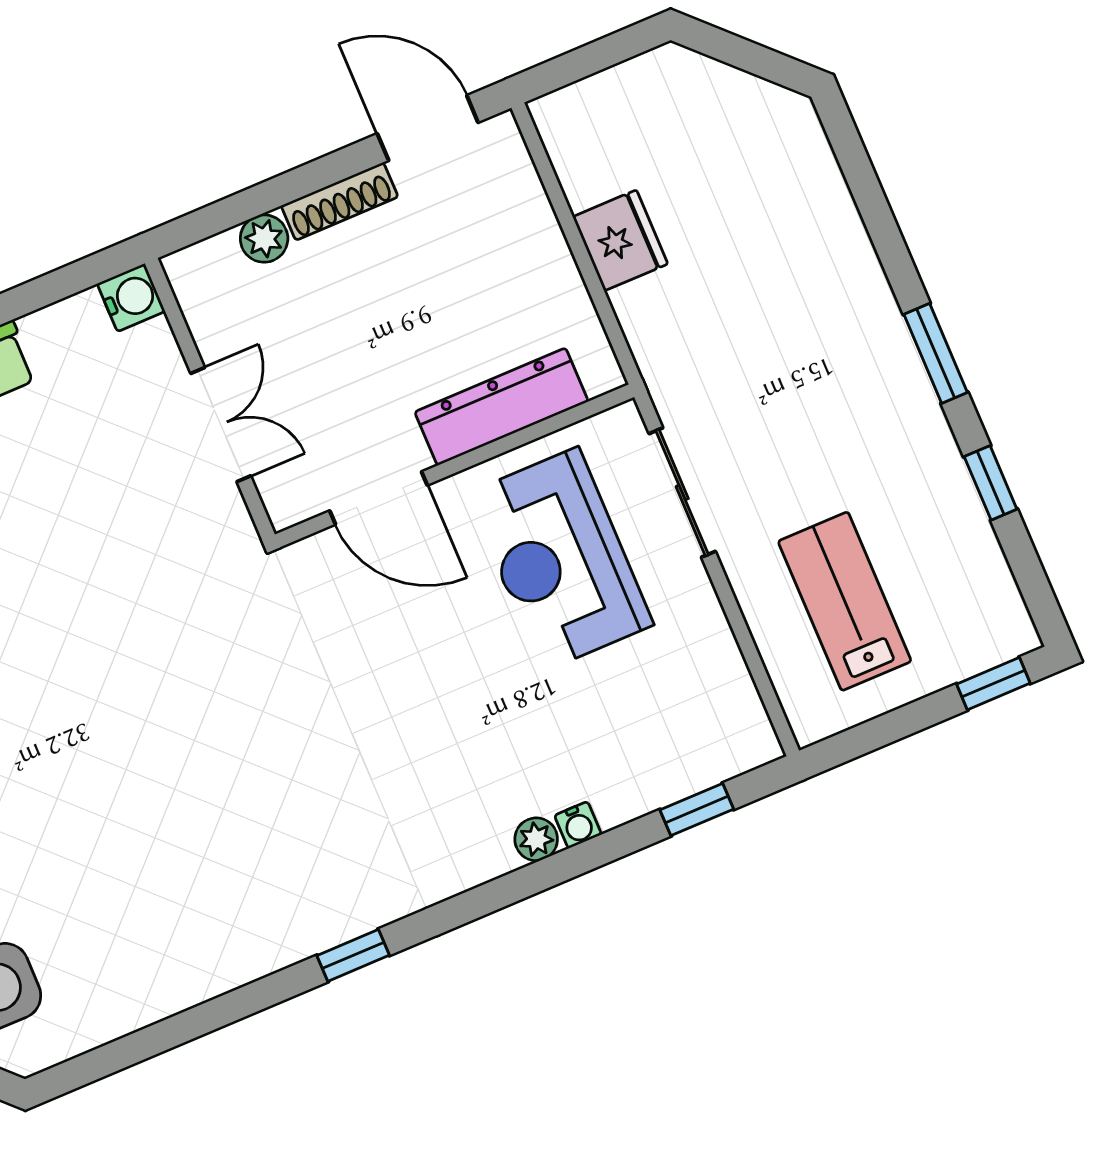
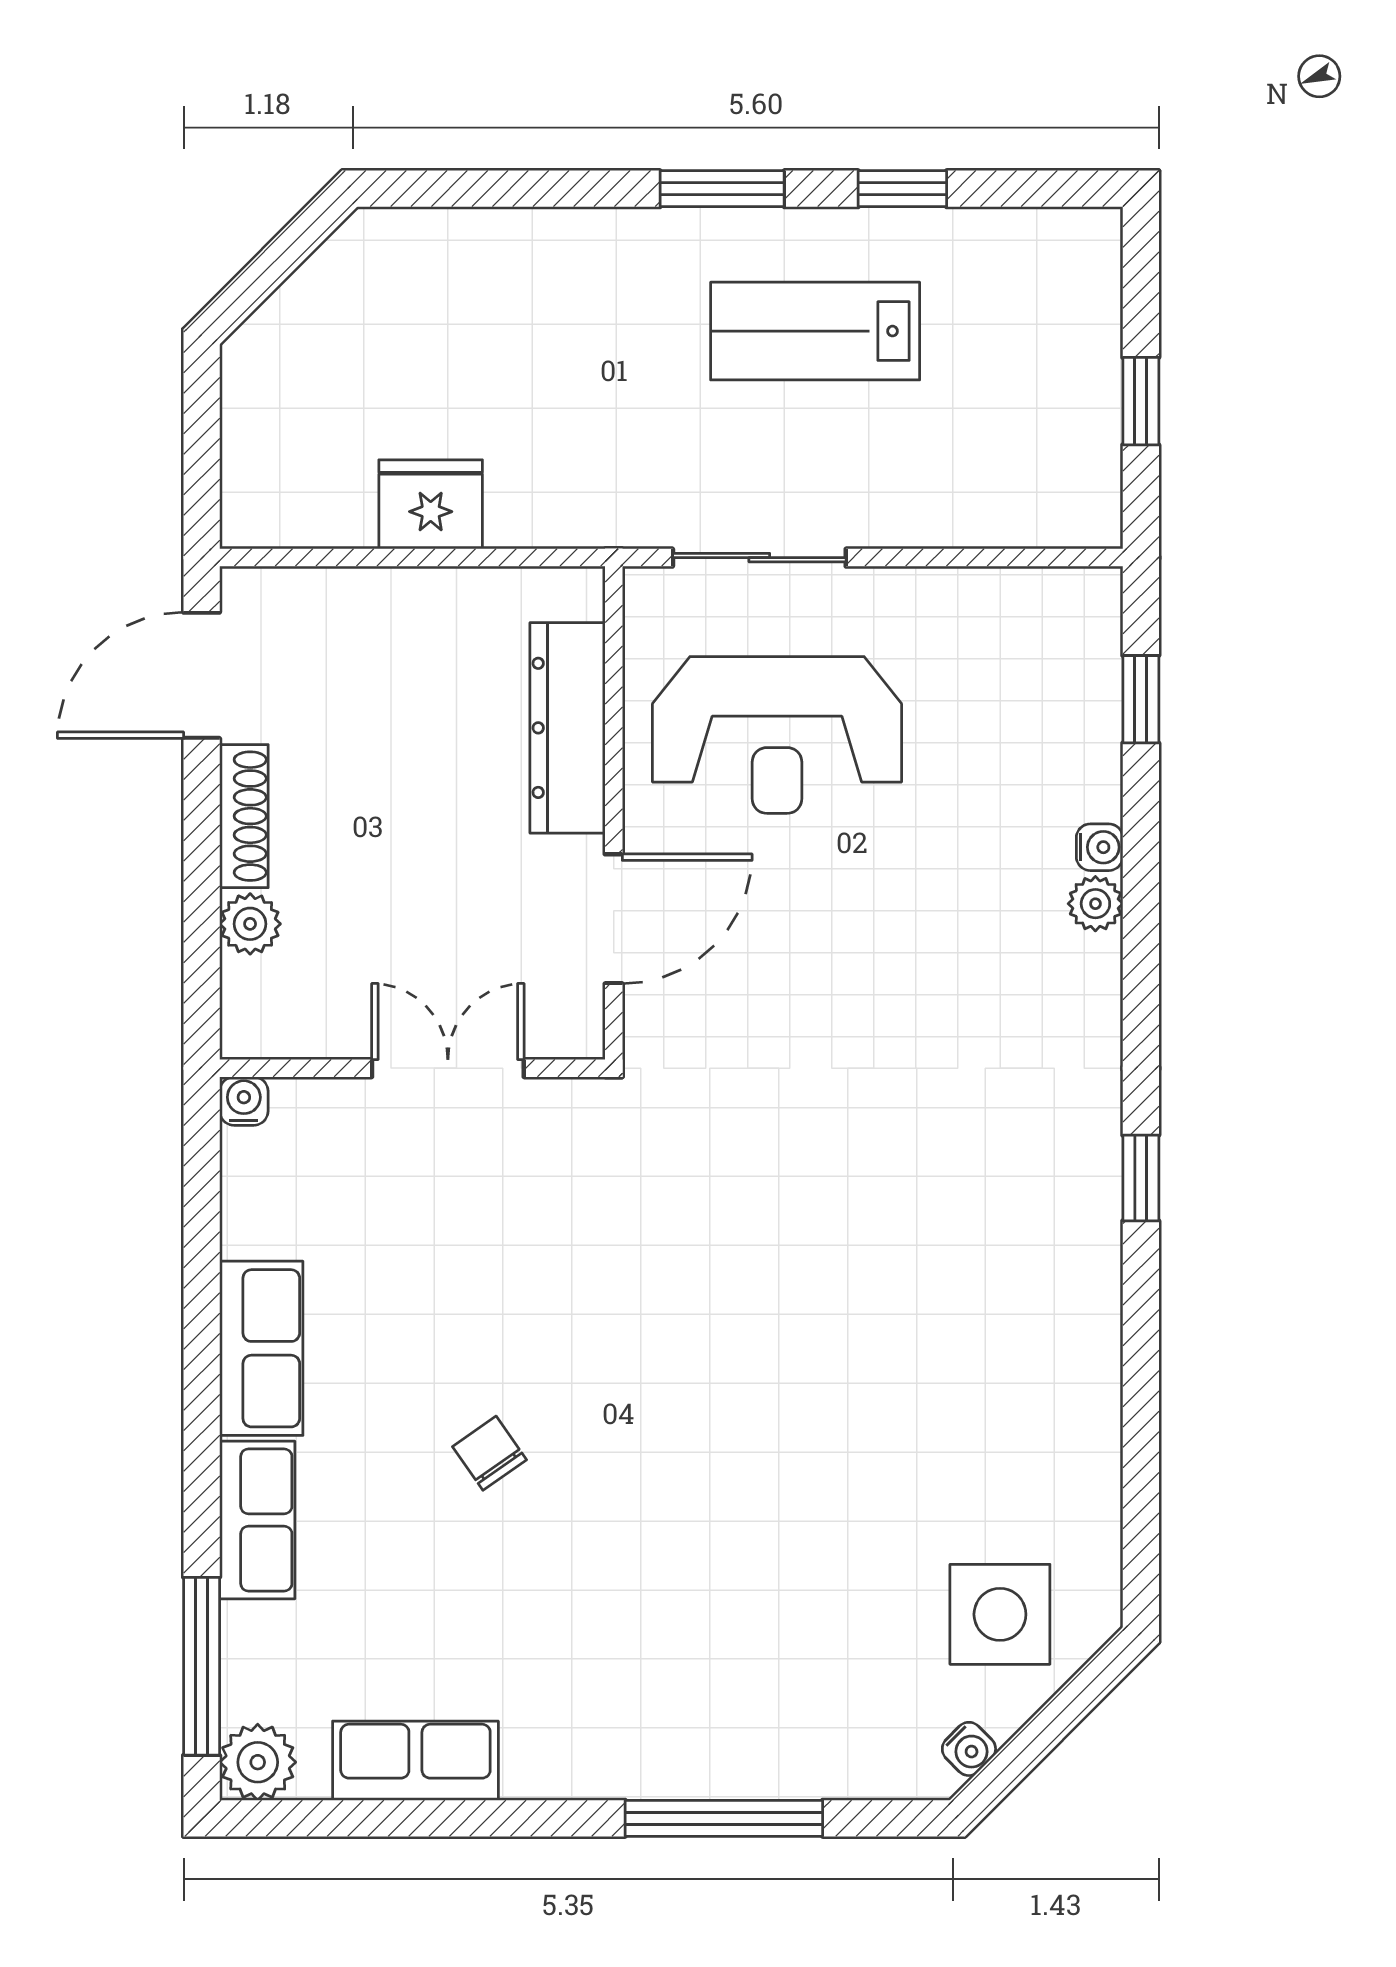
water cooler: (131, 298) -> (244, 1101), width x0.72, depth x0.72
lab bench: (845, 601) -> (815, 331), moved
window: (993, 684) -> (1141, 401), moved

